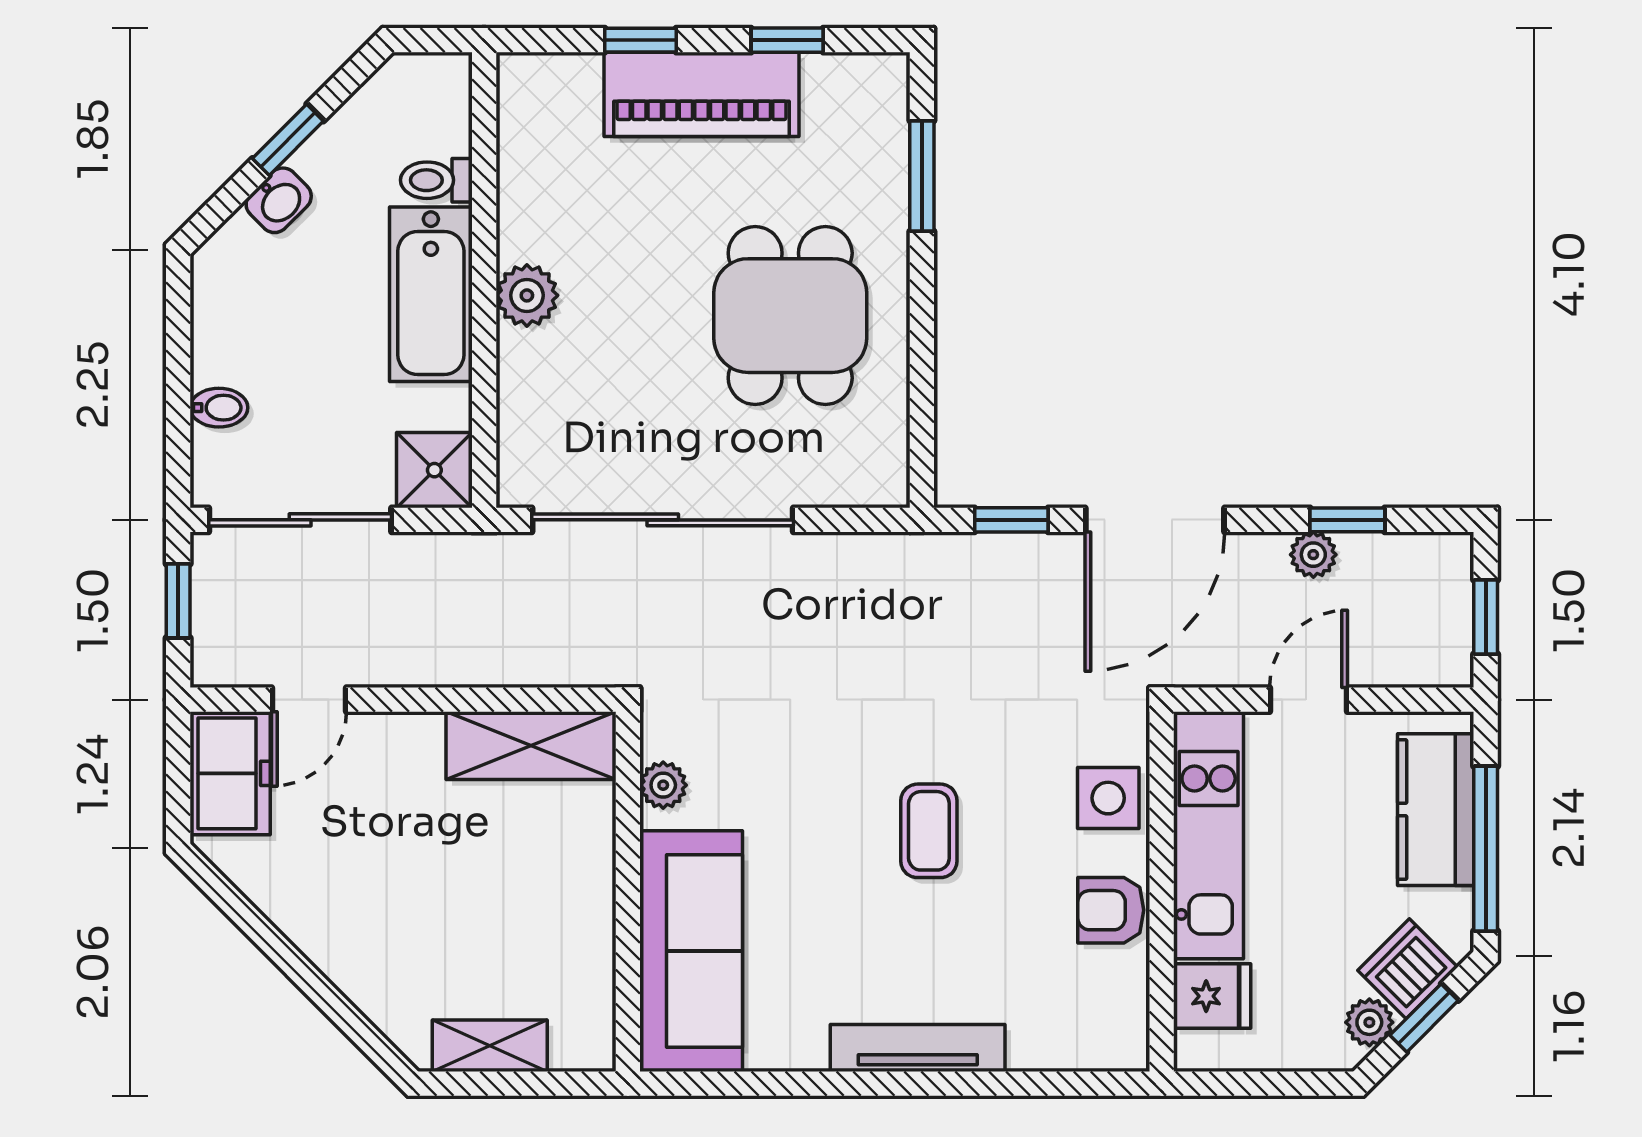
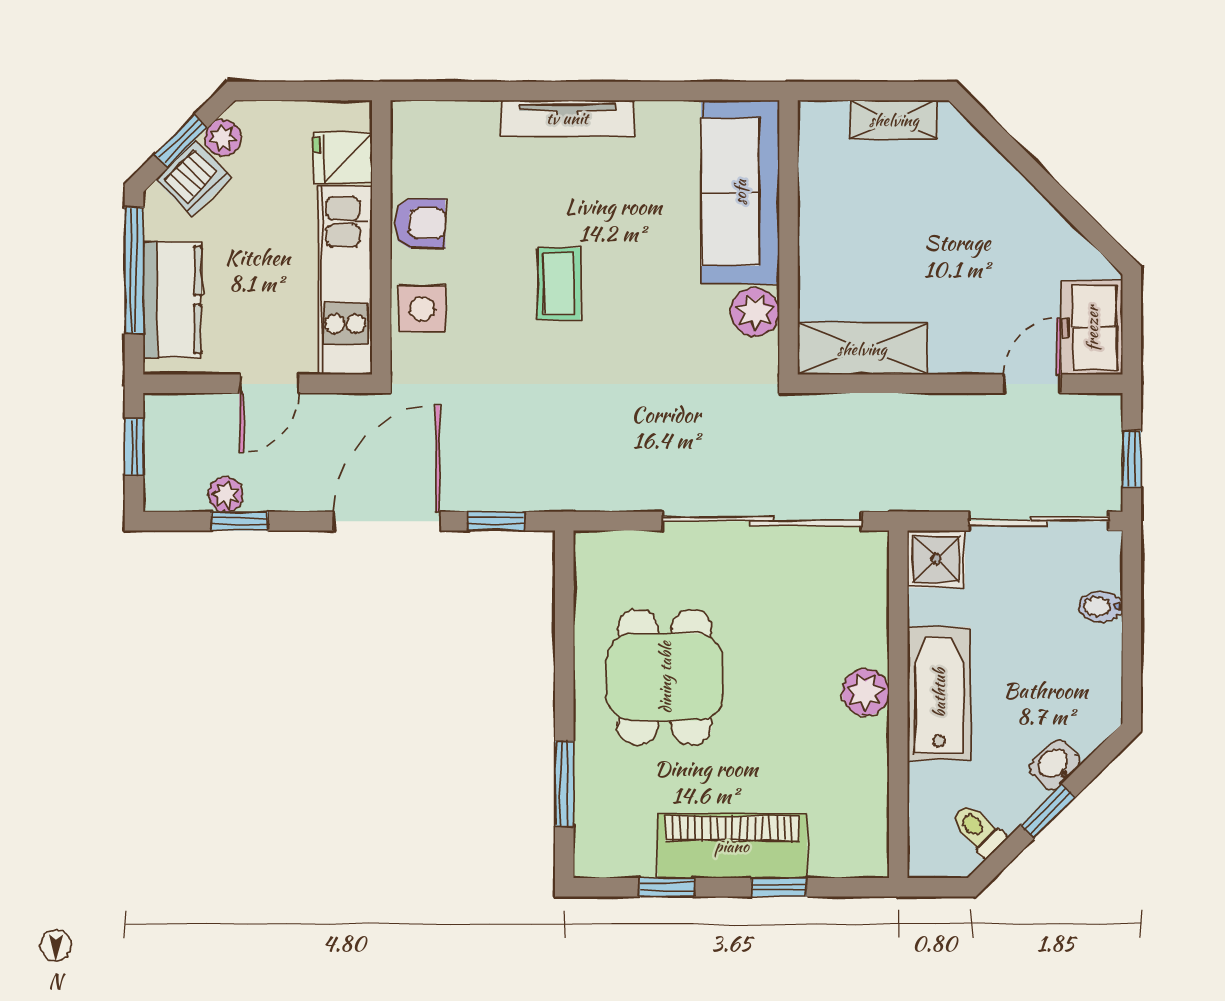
toilet: (436, 180) -> (978, 830), moved, turned -135
plant: (1313, 555) -> (226, 495), moved
plant: (663, 785) -> (755, 312), width x1.38, depth x1.38

